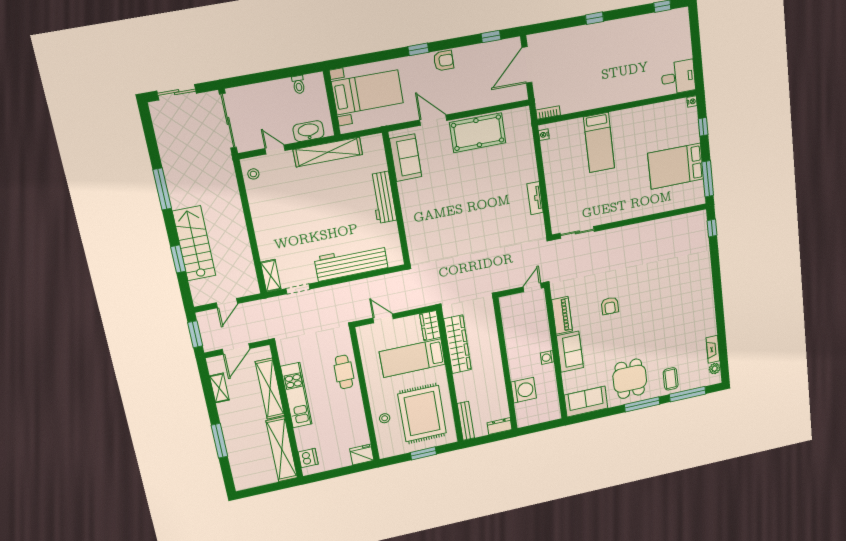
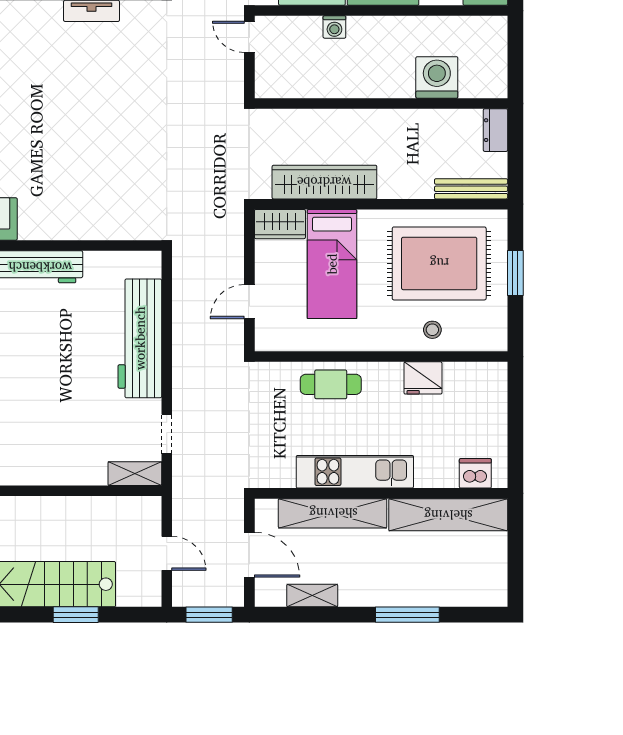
washing machine: (547, 357) -> (334, 27), moved
fridge: (362, 455) -> (423, 378), moved, turned -90

